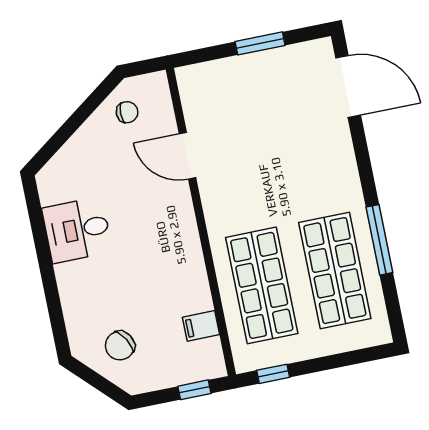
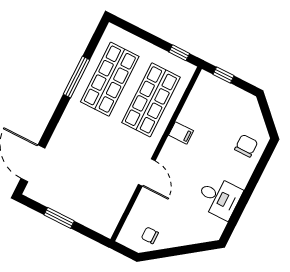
door: (187, 156) -> (147, 173), moved
filing cabinet: (201, 326) -> (181, 133), moved
chair: (120, 346) -> (246, 146), moved, turned -59

